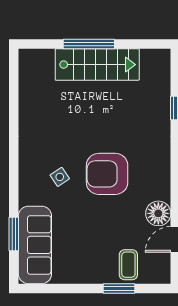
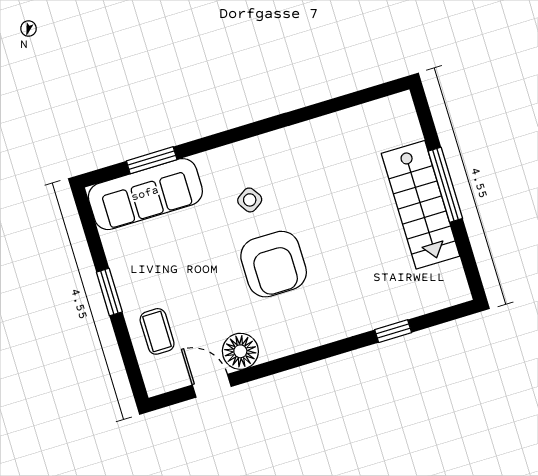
armchair: (107, 174) -> (274, 264), turned 180
coffee table: (128, 265) -> (157, 331), turned 90
window: (119, 288) -> (109, 292), moved

